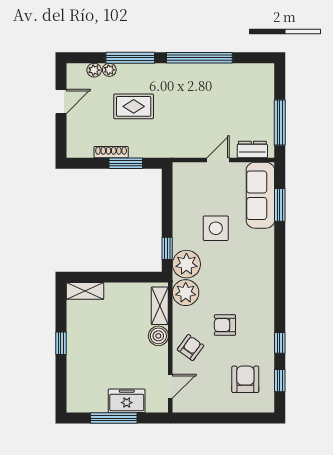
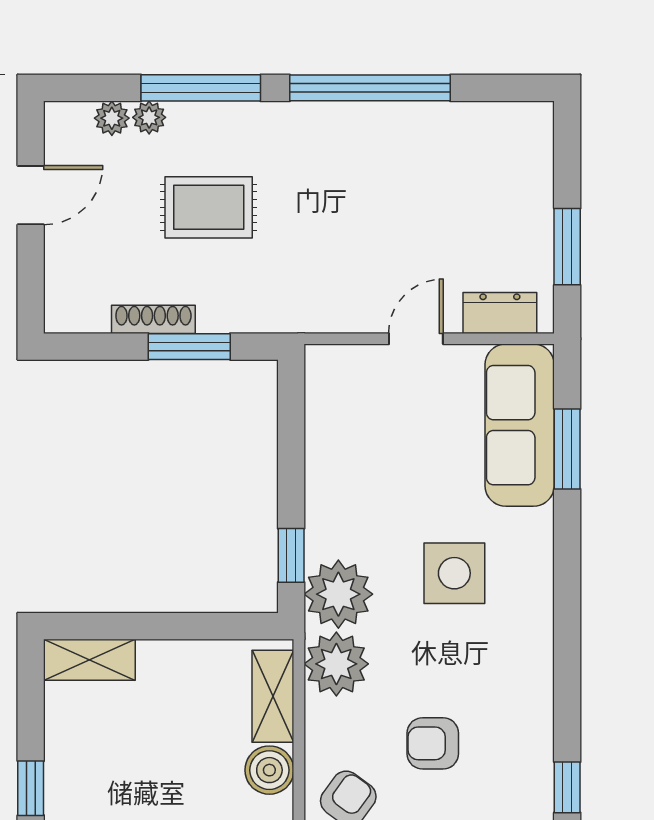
window: (280, 122) -> (567, 247), width x0.69
side table: (216, 228) -> (454, 573), moved

